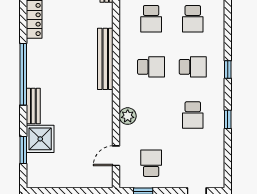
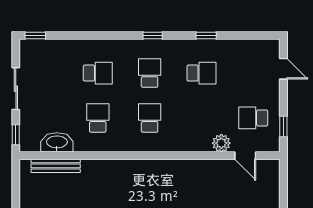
school desk: (151, 19) -> (98, 118), turned -90
bench: (105, 59) -> (141, 167), removed
plant: (128, 116) -> (221, 143), moved

